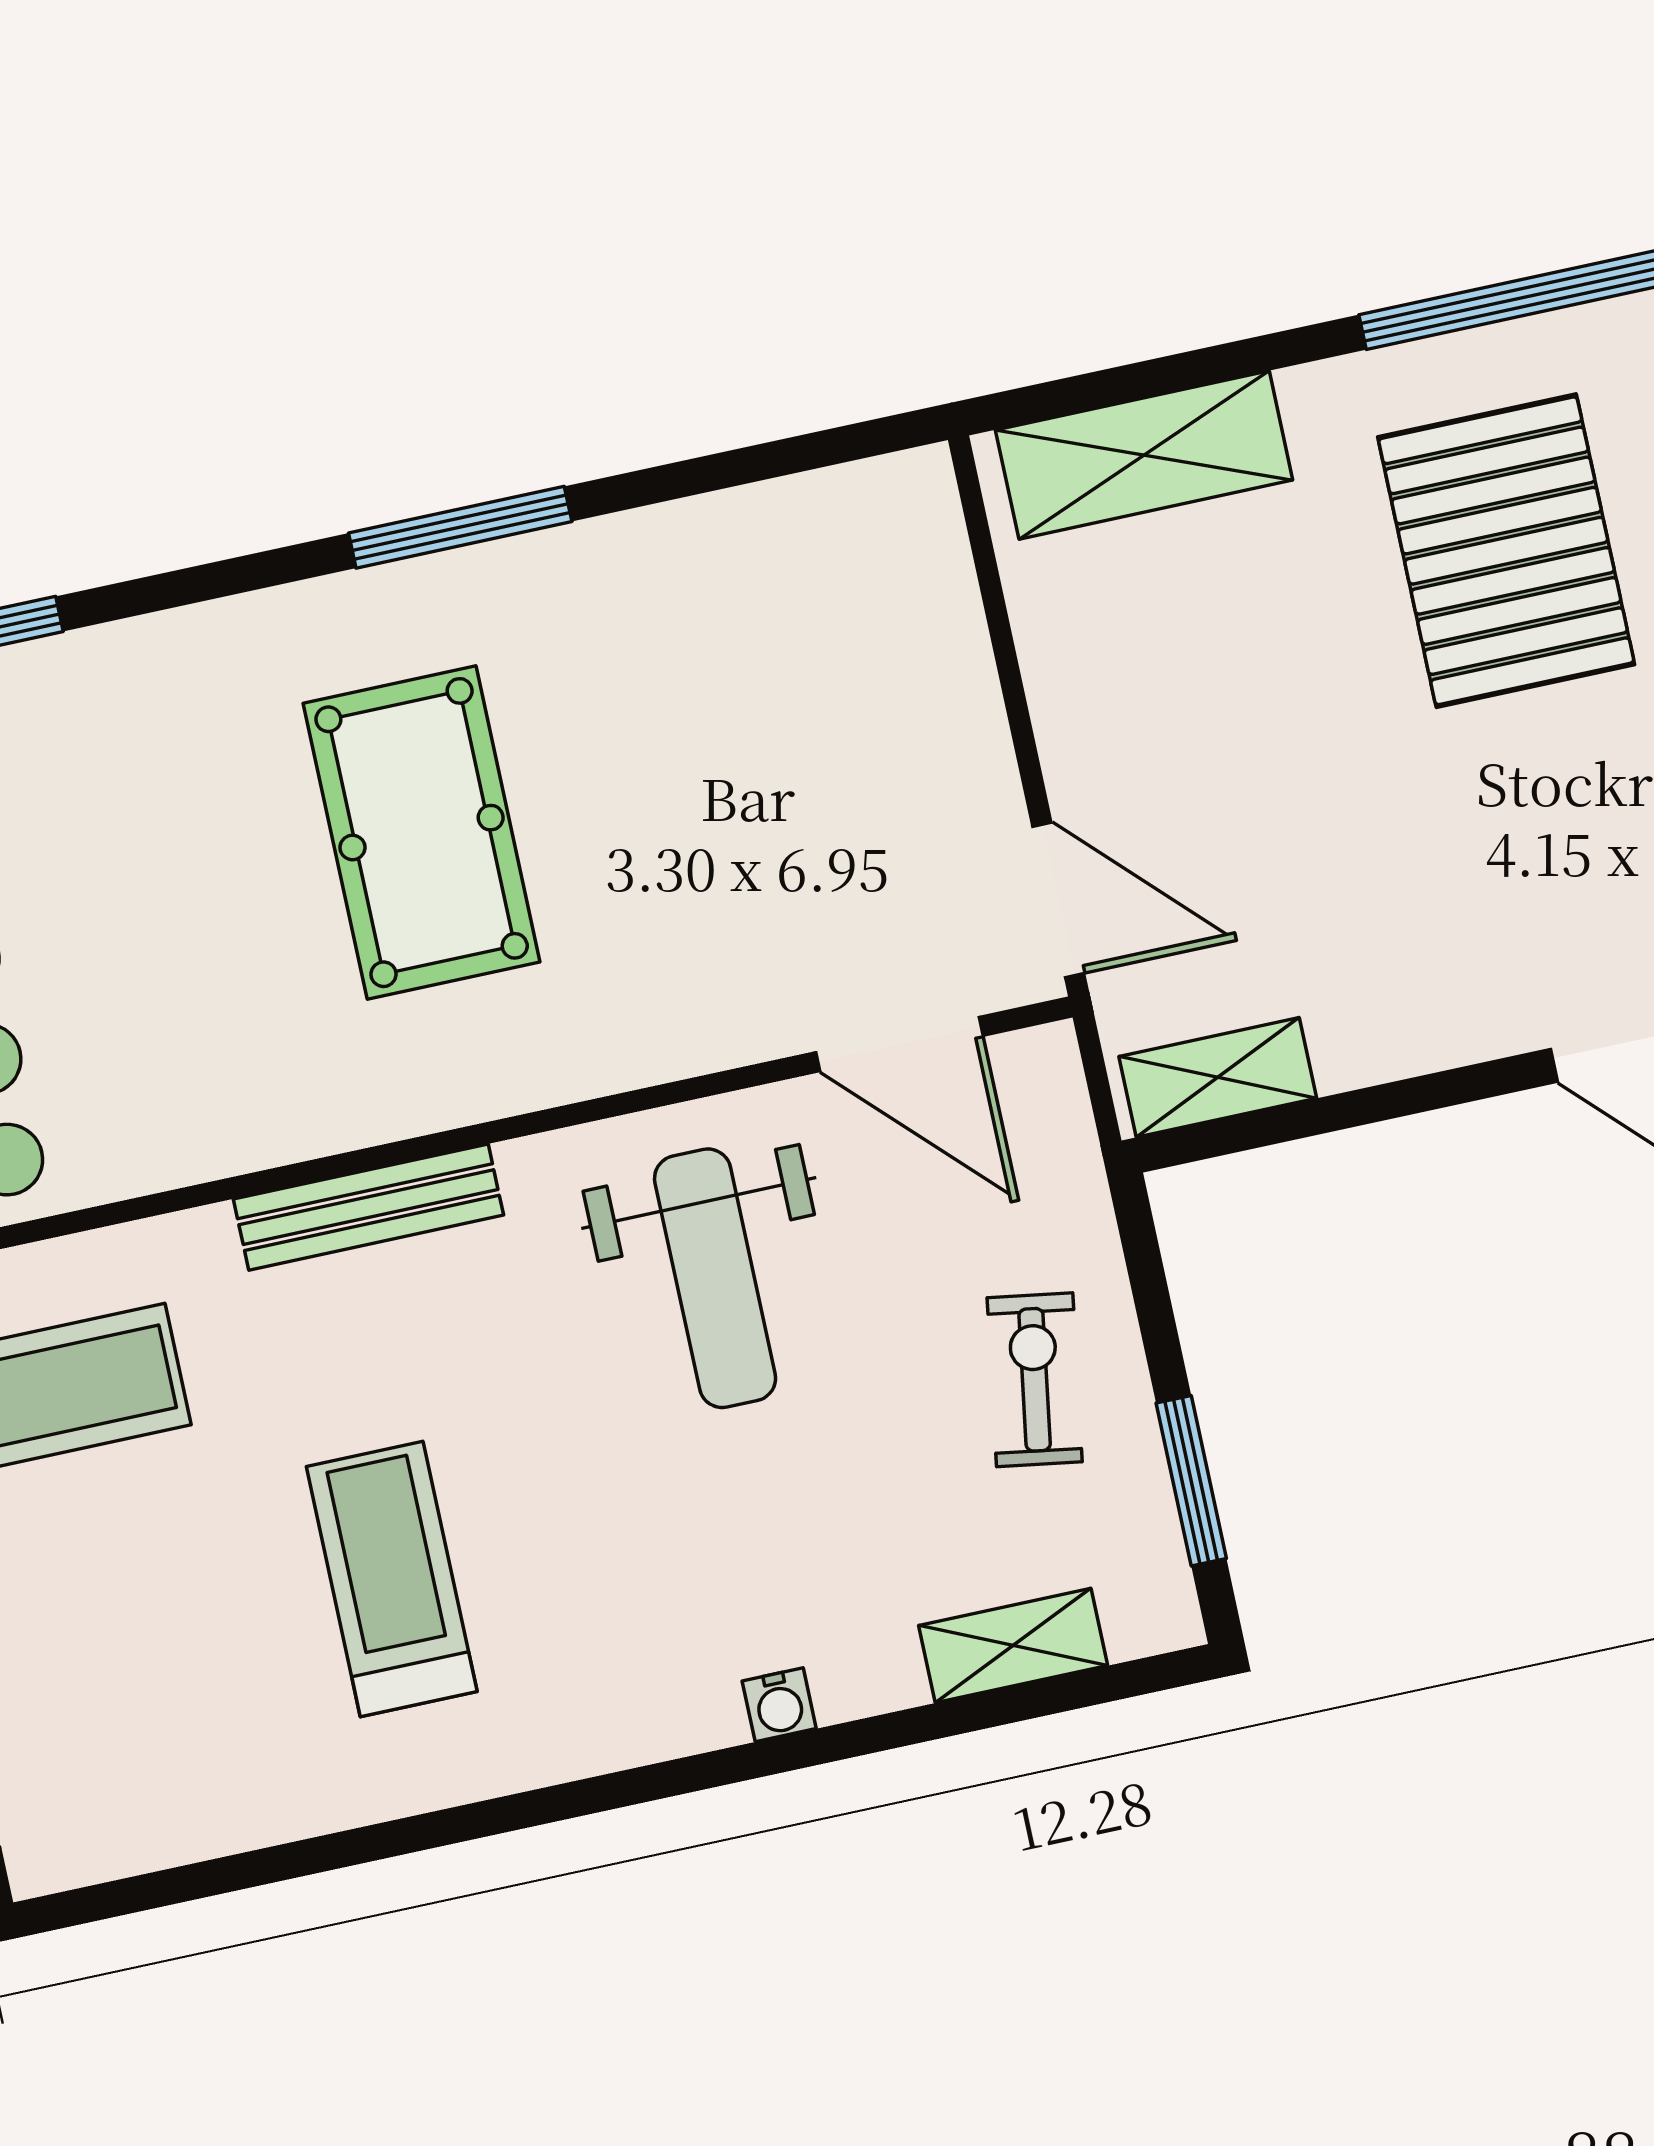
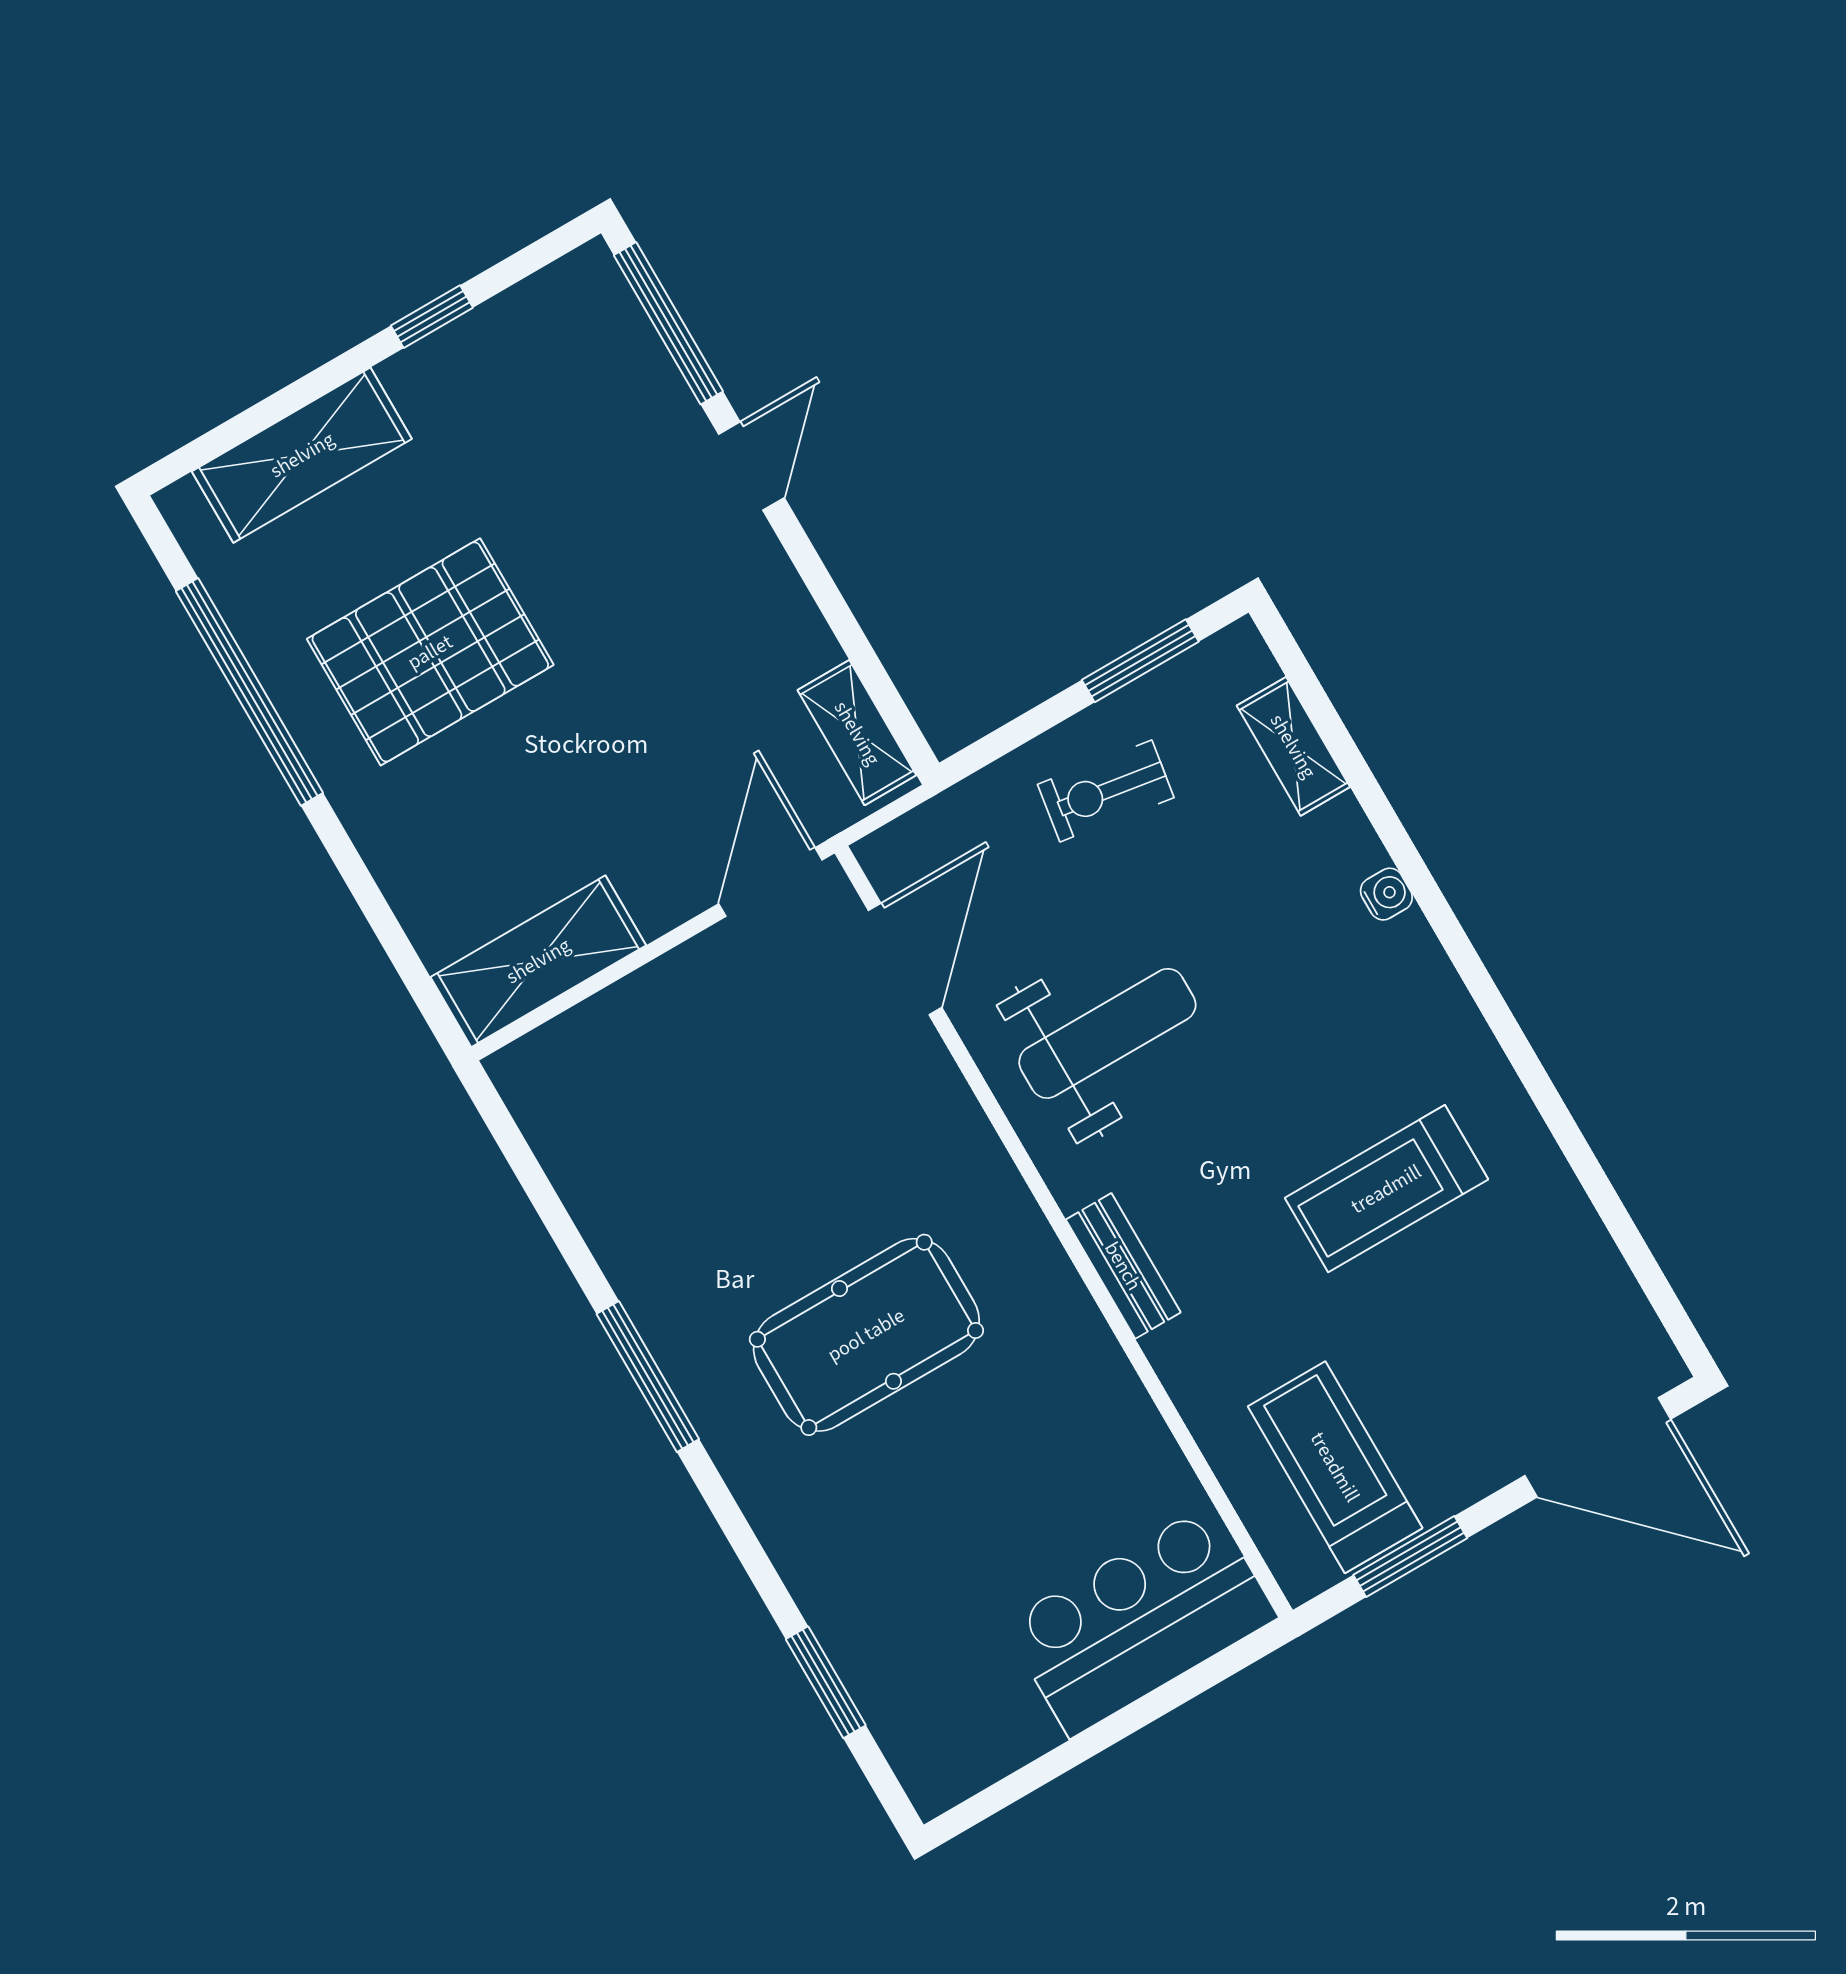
shelving: (1144, 455) -> (538, 961), moved, turned 90
bench: (368, 1207) -> (1123, 1266), width x0.73

